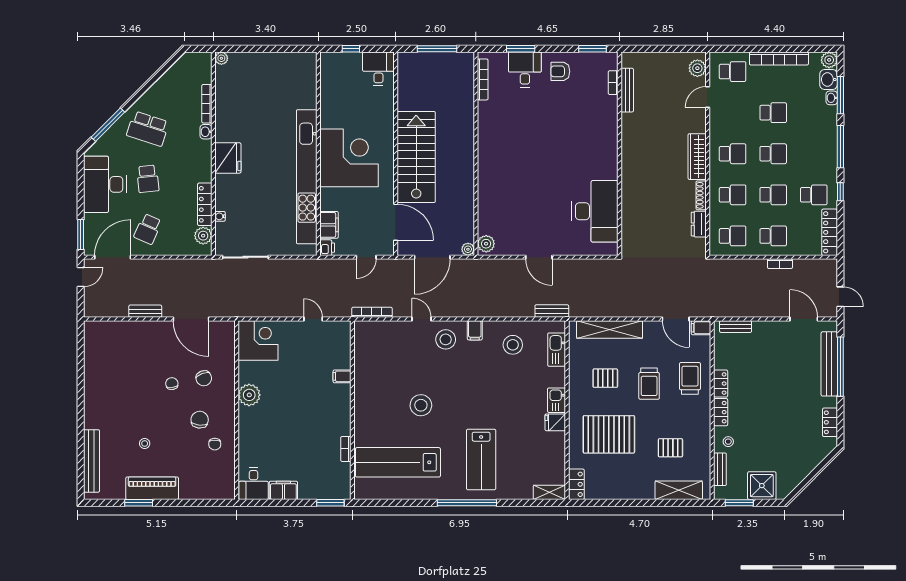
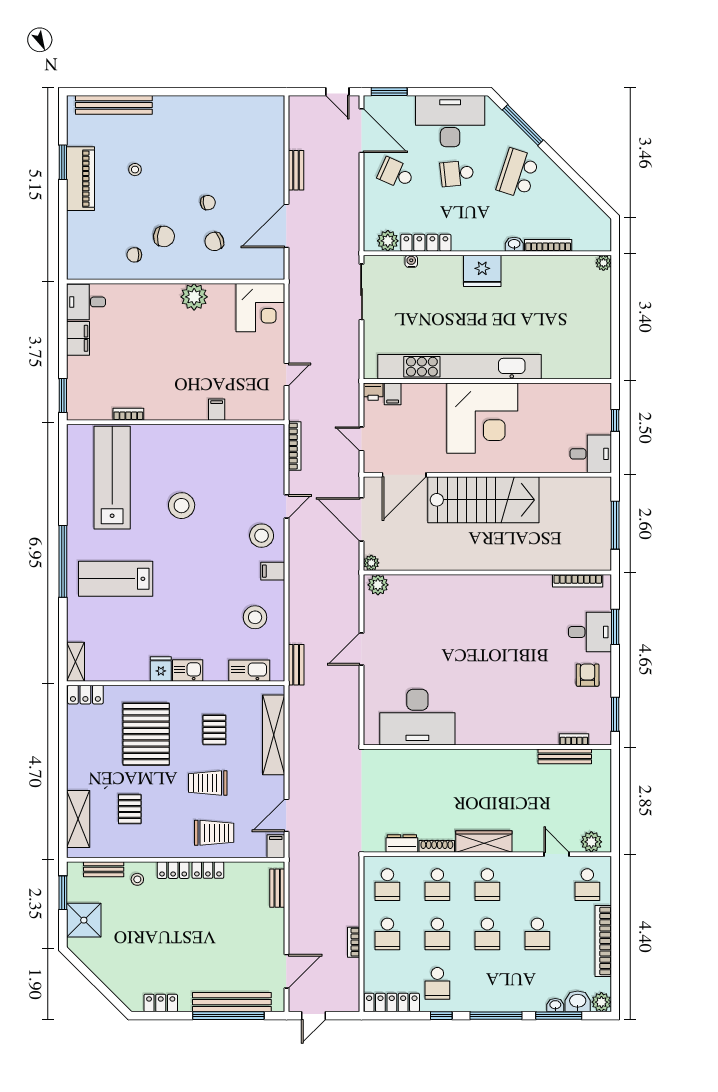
filing cabinet: (329, 225) -> (393, 394), width x0.50

